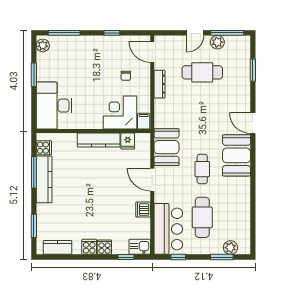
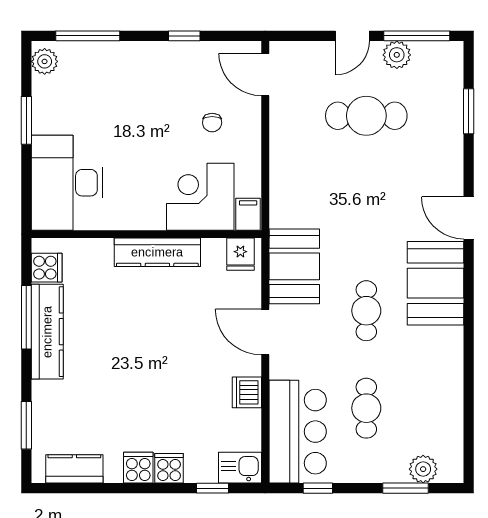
dresser: (159, 84) -> (280, 139), removed
fridge: (128, 141) -> (240, 254), moved
cafe table: (202, 217) -> (366, 408), width x0.73, depth x0.74

